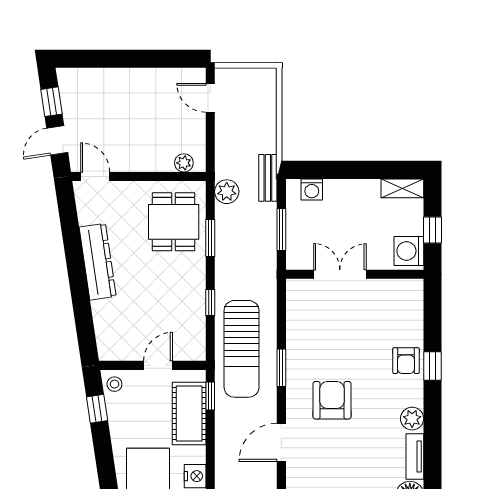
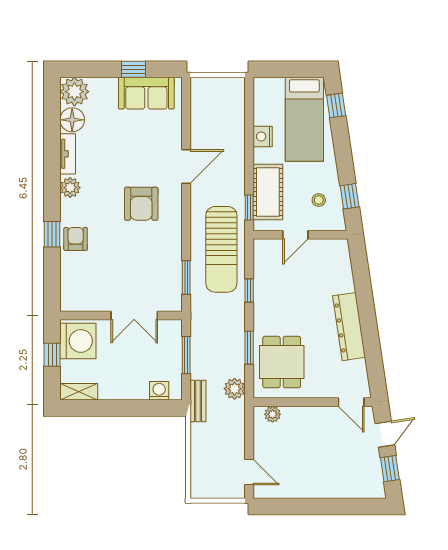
washing machine: (409, 251) -> (78, 341), width x1.37, depth x1.37
sun lounger: (242, 349) -> (221, 249), turned 180
window: (281, 368) -> (186, 277), moved
stool: (114, 384) -> (319, 200), moved

